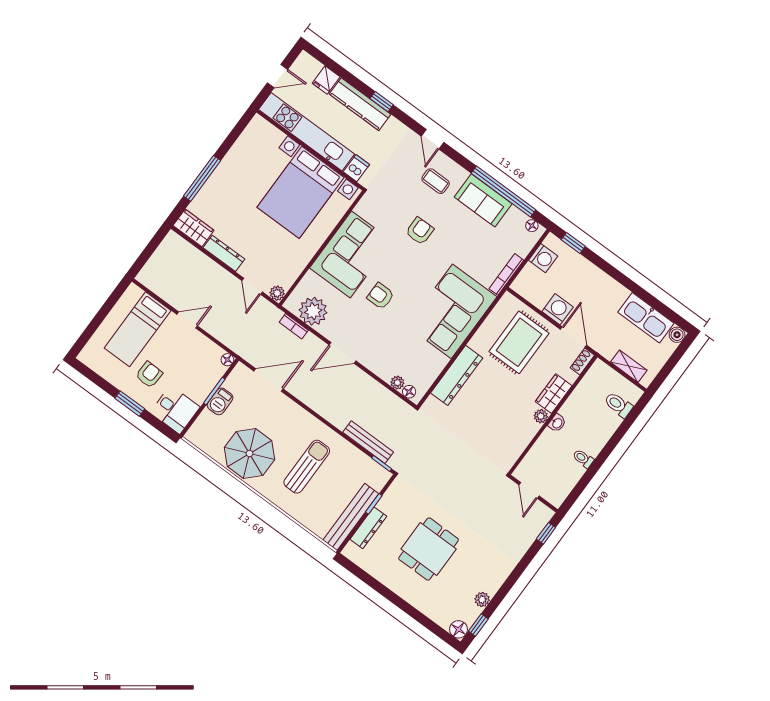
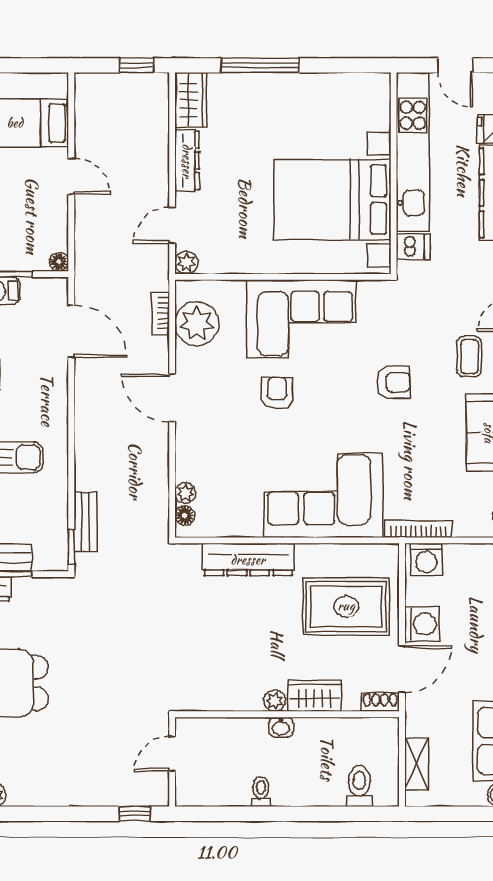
window: (154, 243) -> (137, 65), added
washing machine: (543, 258) -> (426, 559), moved
bench: (368, 442) -> (85, 522), width x0.73

